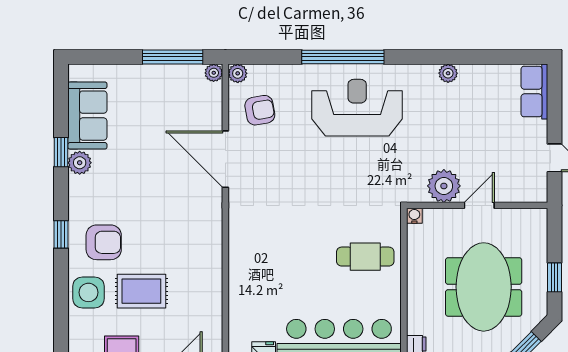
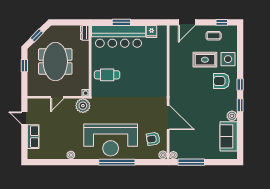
row of seats: (534, 92) -> (33, 137), moved
reception desk: (357, 108) -> (111, 140), width x1.36, depth x1.30
window: (61, 152) -> (240, 105), moved
plant: (444, 186) -> (83, 106), moved

